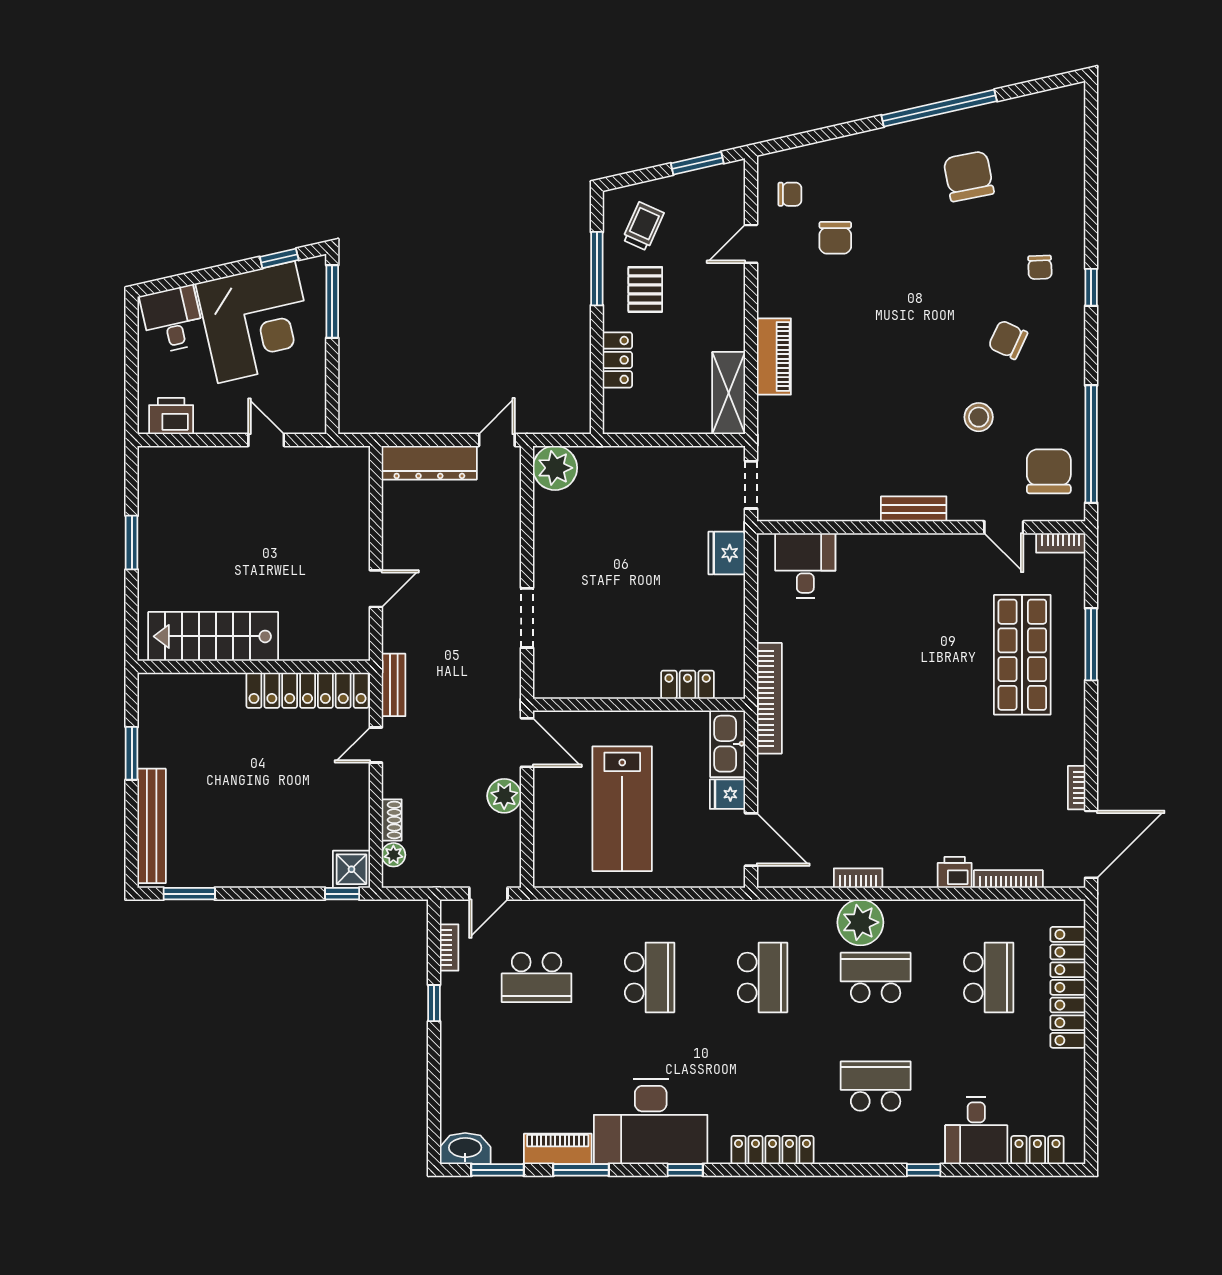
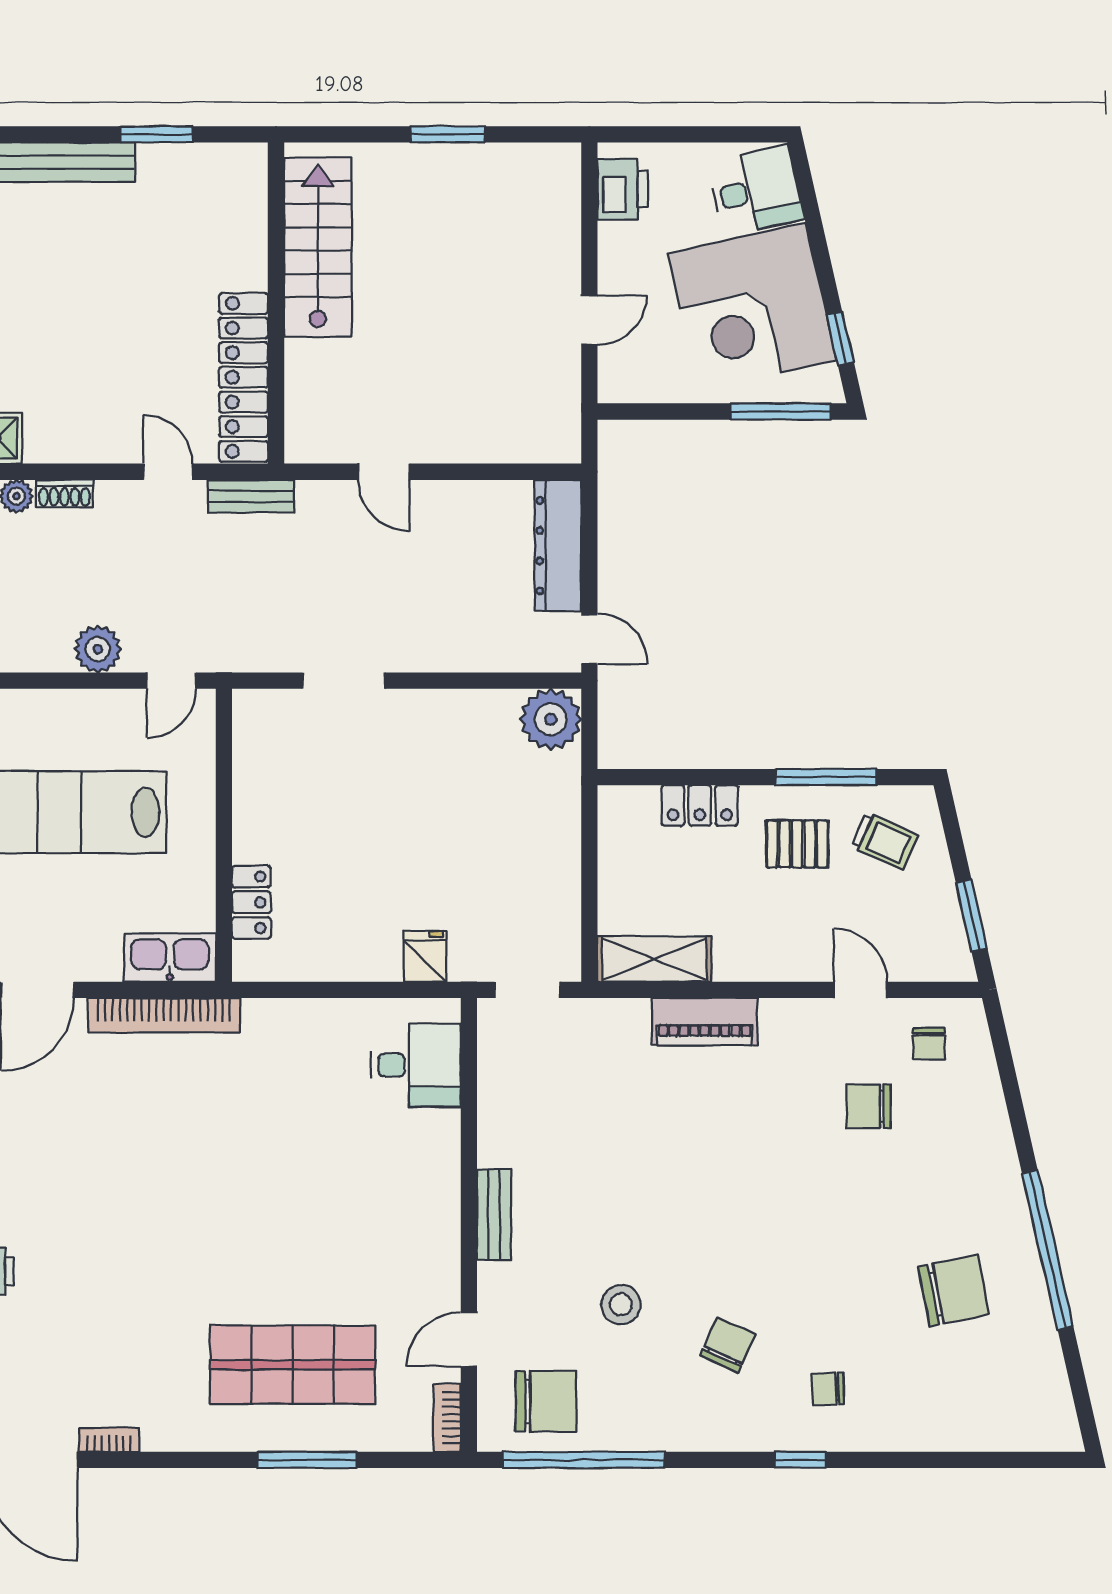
fridge: (727, 553) -> (425, 956), width x0.72
bookcase: (769, 698) -> (164, 1015), moved
door: (527, 743) -> (171, 681), width x0.73
fridge: (727, 794) -> (100, 957), removed

